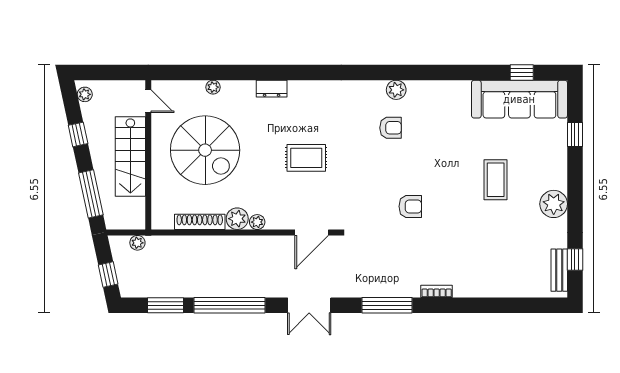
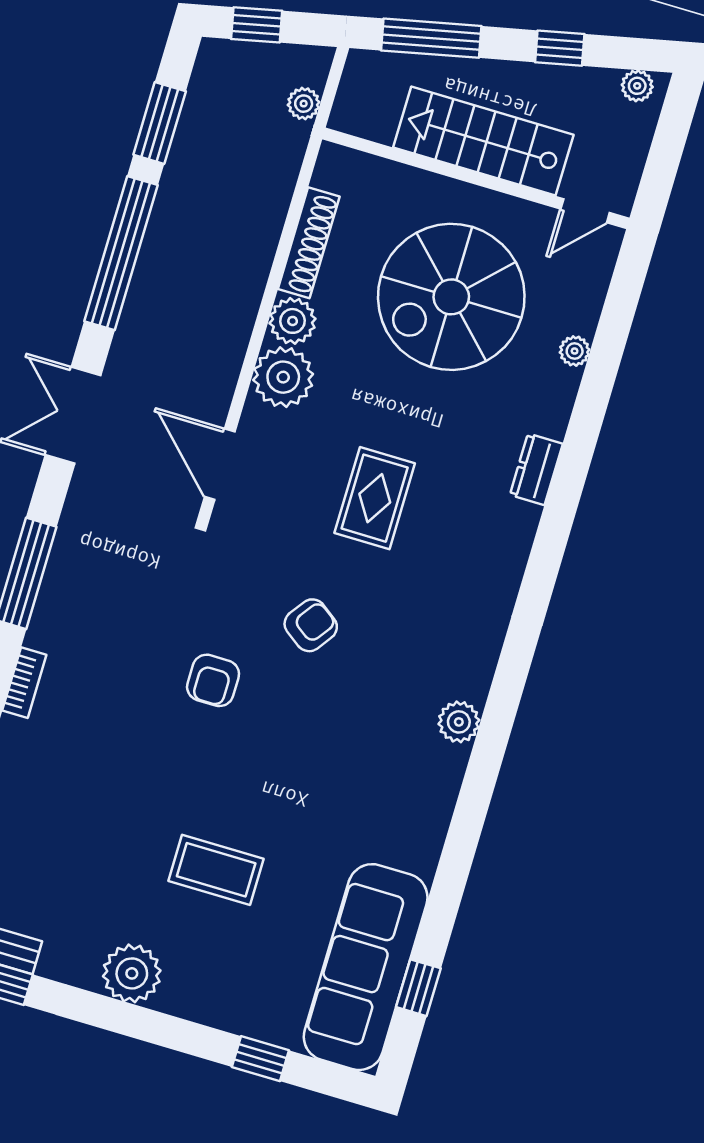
armchair: (391, 128) -> (311, 625), moved, turned -144
plant: (257, 222) -> (283, 377), width x1.88, depth x1.88

